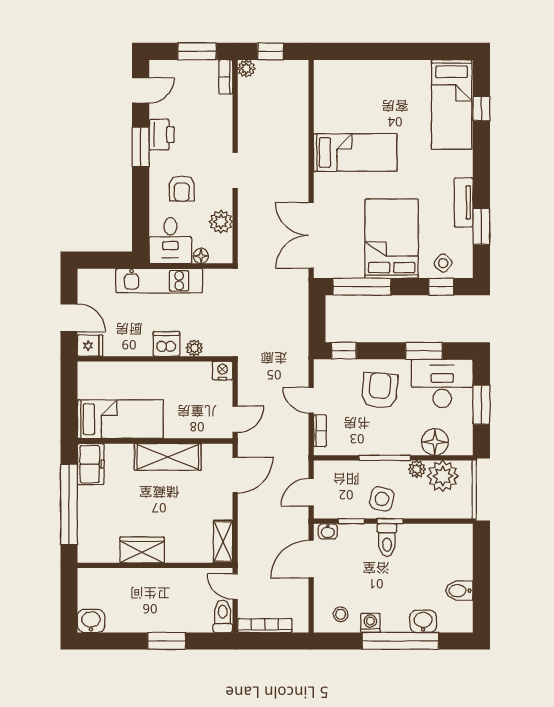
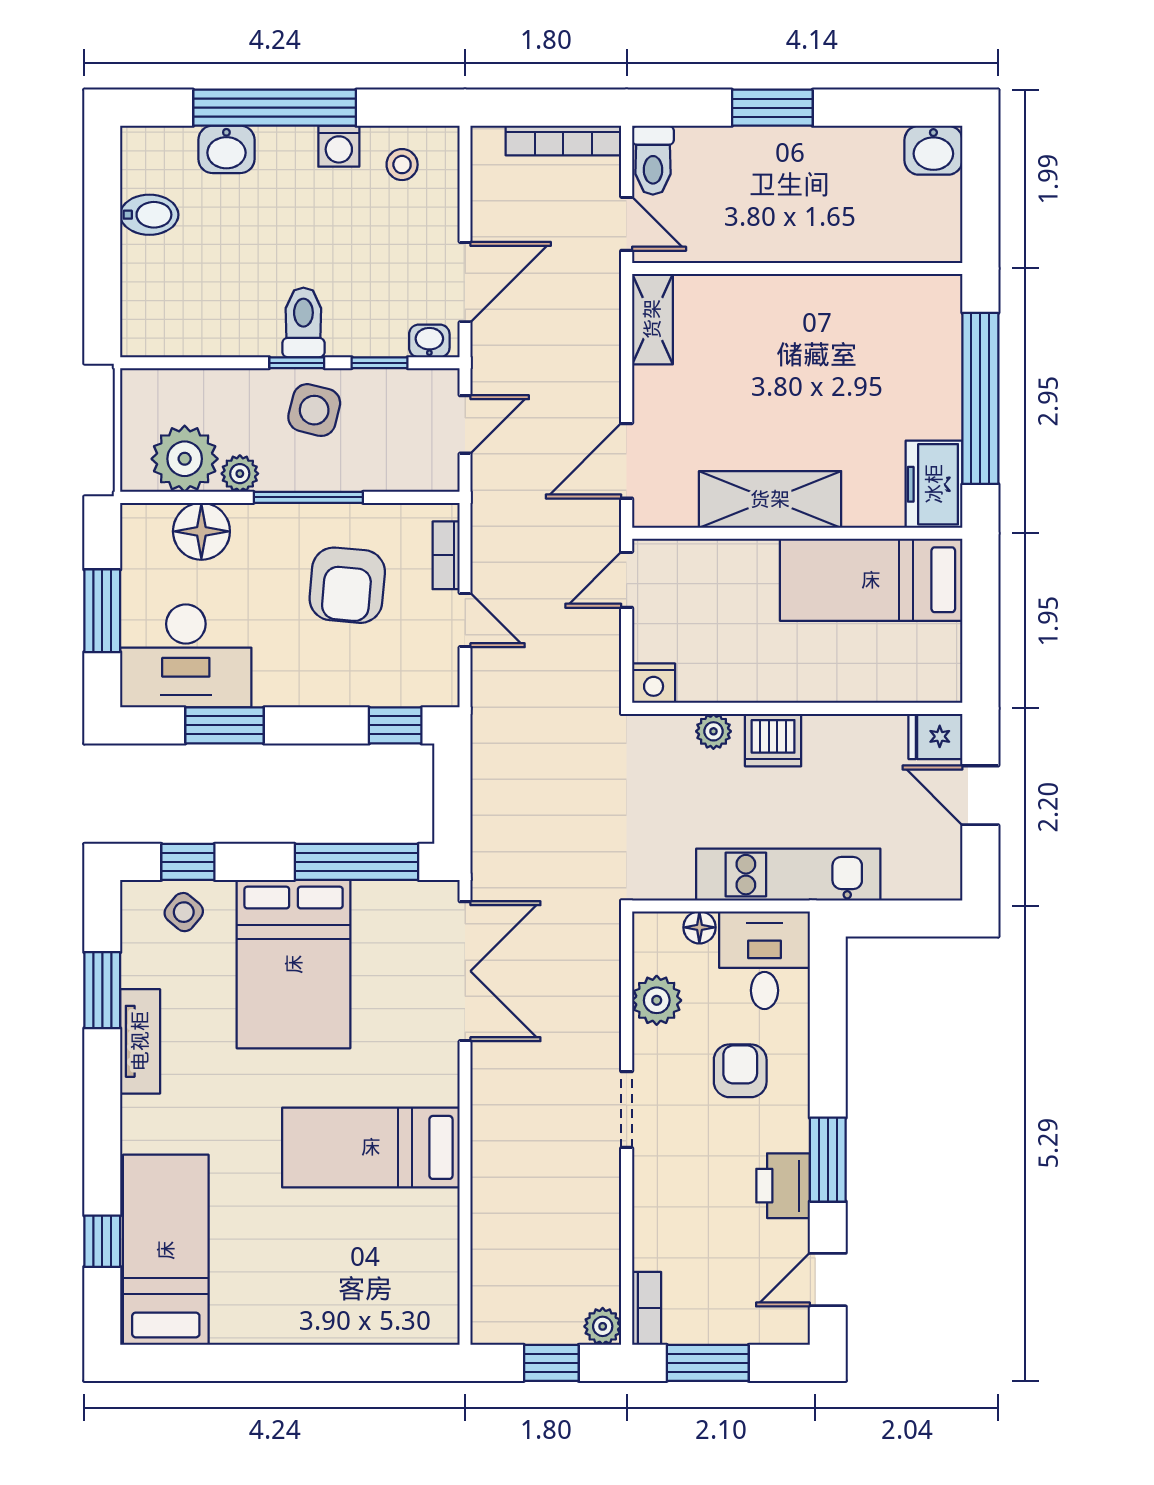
armchair: (380, 390) -> (347, 585), moved
wardrobe: (142, 550) -> (825, 301), removed

